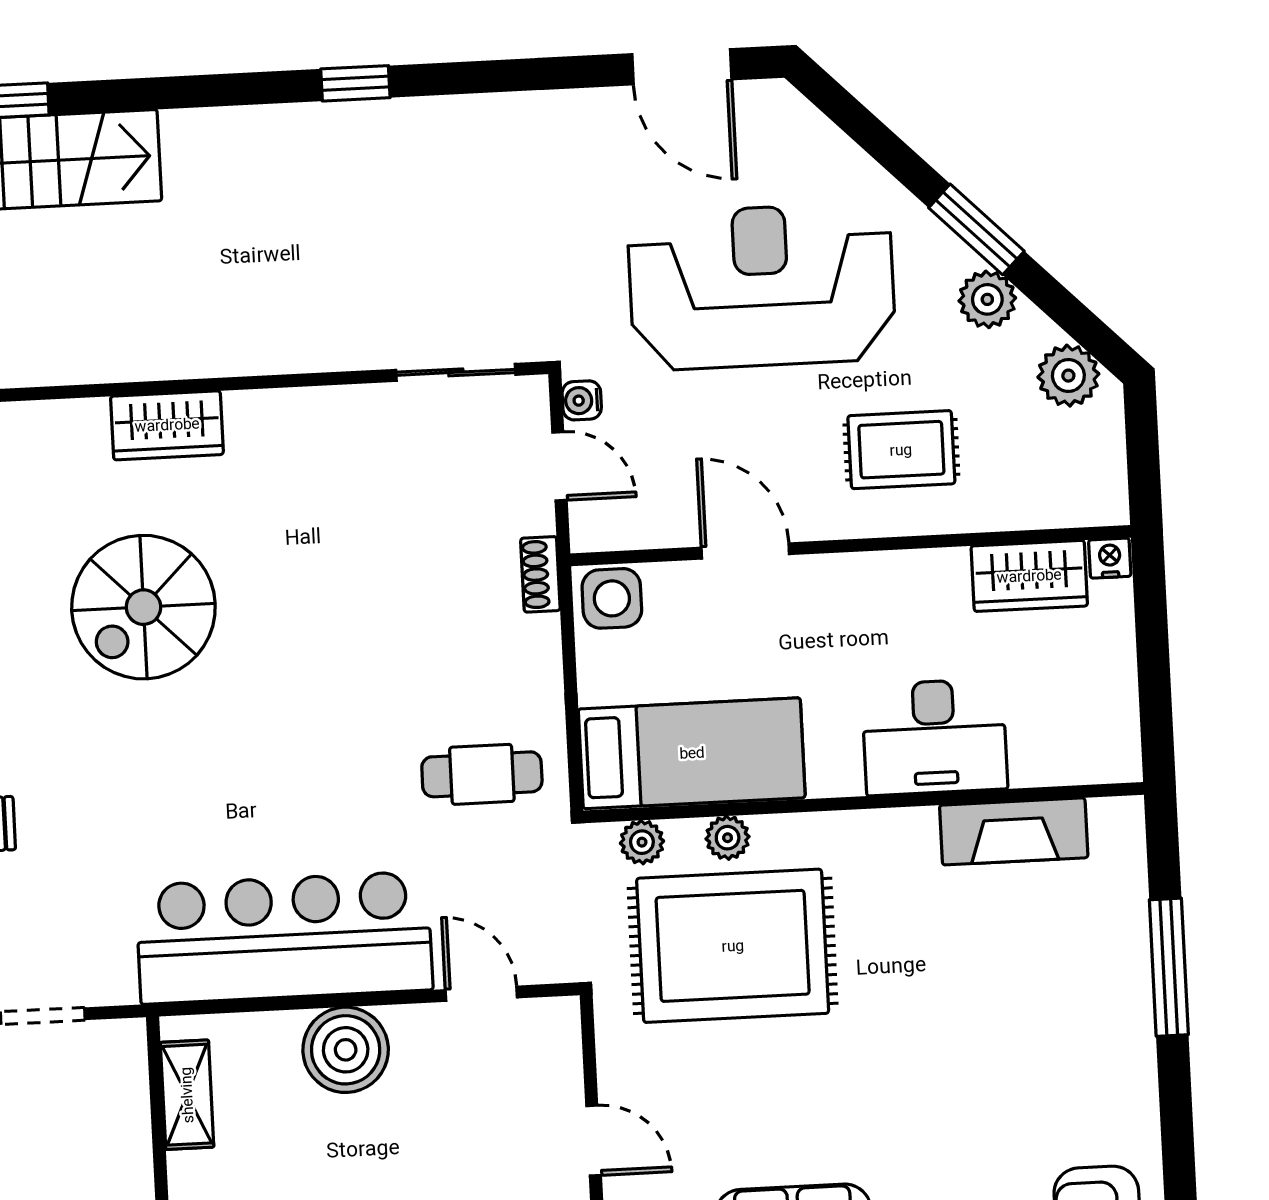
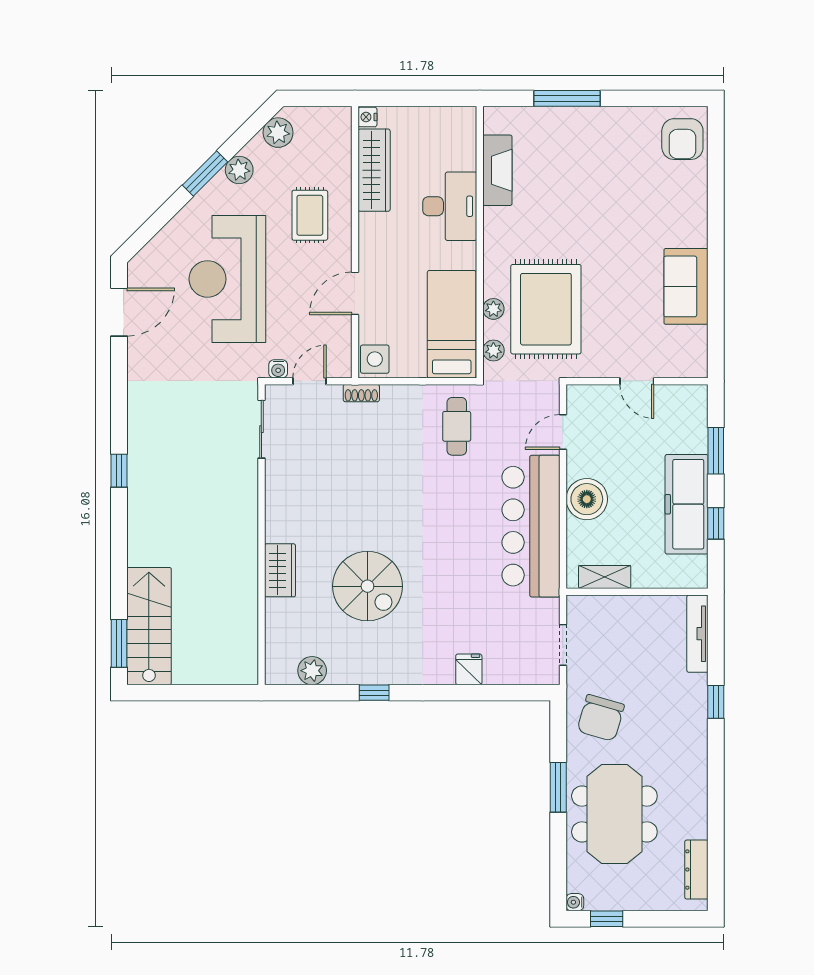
wardrobe: (1029, 576) -> (374, 170), width x1.50
door: (594, 1141) -> (637, 381), swing flipped

